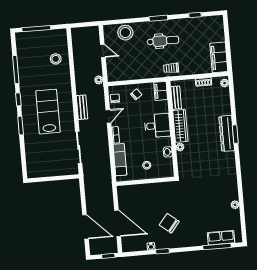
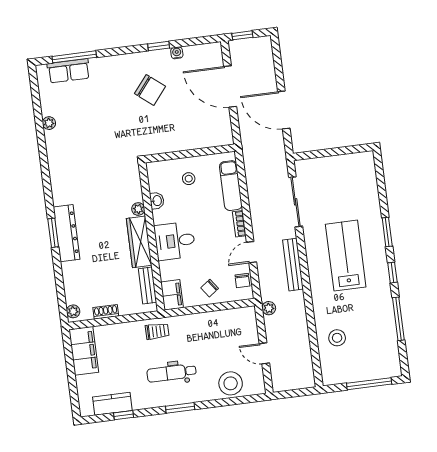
kitchen counter: (202, 23) -> (112, 404), added
bench: (82, 107) -> (293, 265), width x1.36
lab bench: (48, 112) -> (346, 256), turned 180
door: (85, 227) -> (284, 110), moved

